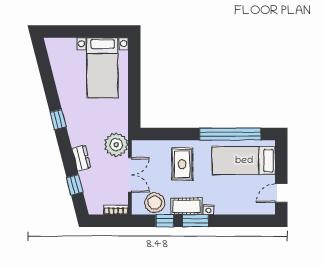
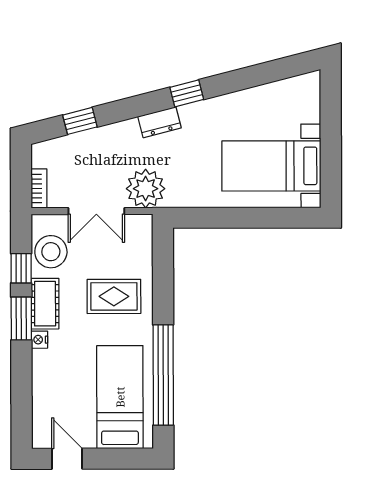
dresser: (81, 158) -> (159, 122), moved

